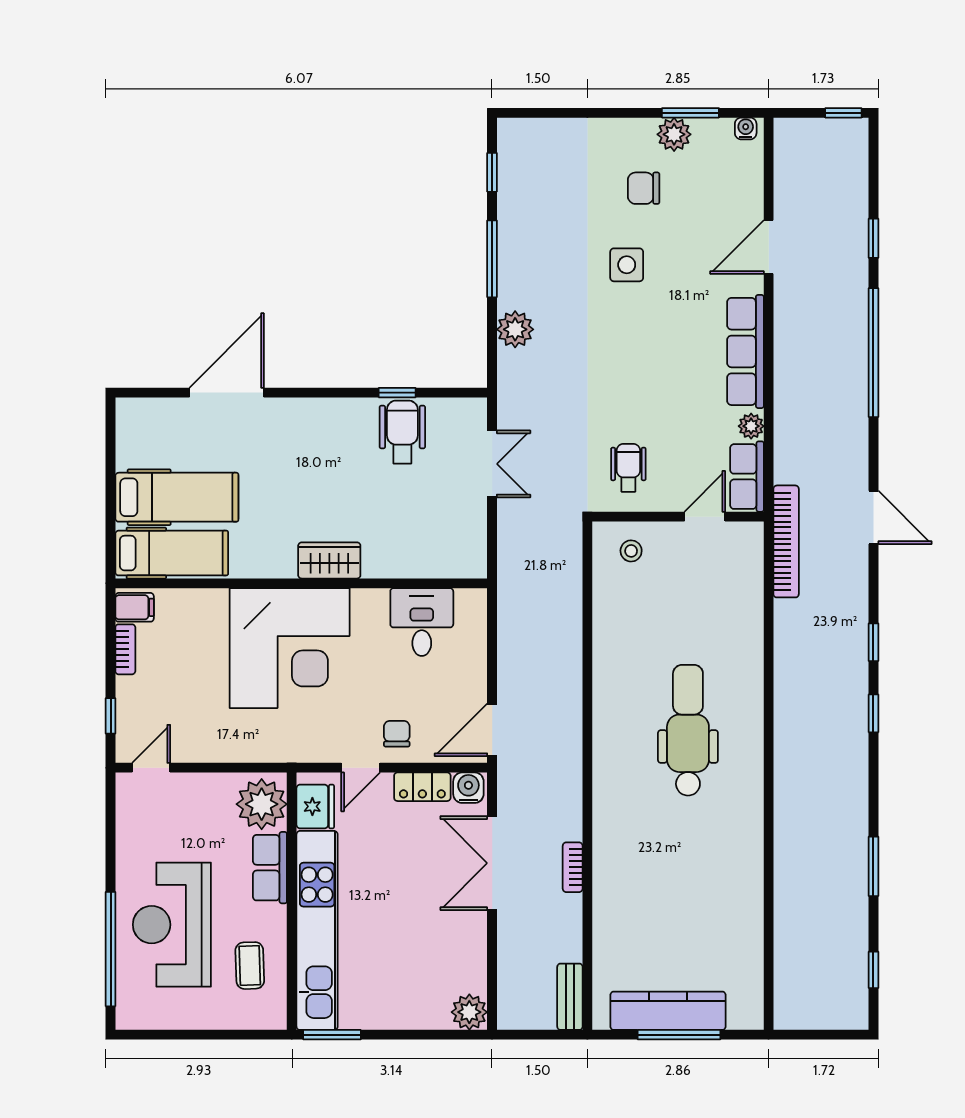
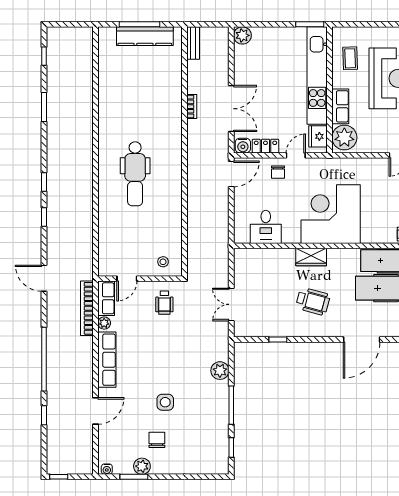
chair: (644, 188) -> (157, 440), turned -90
wheelchair: (402, 432) -> (313, 301), moved, turned -75
bookcase: (786, 541) -> (87, 308), moved

